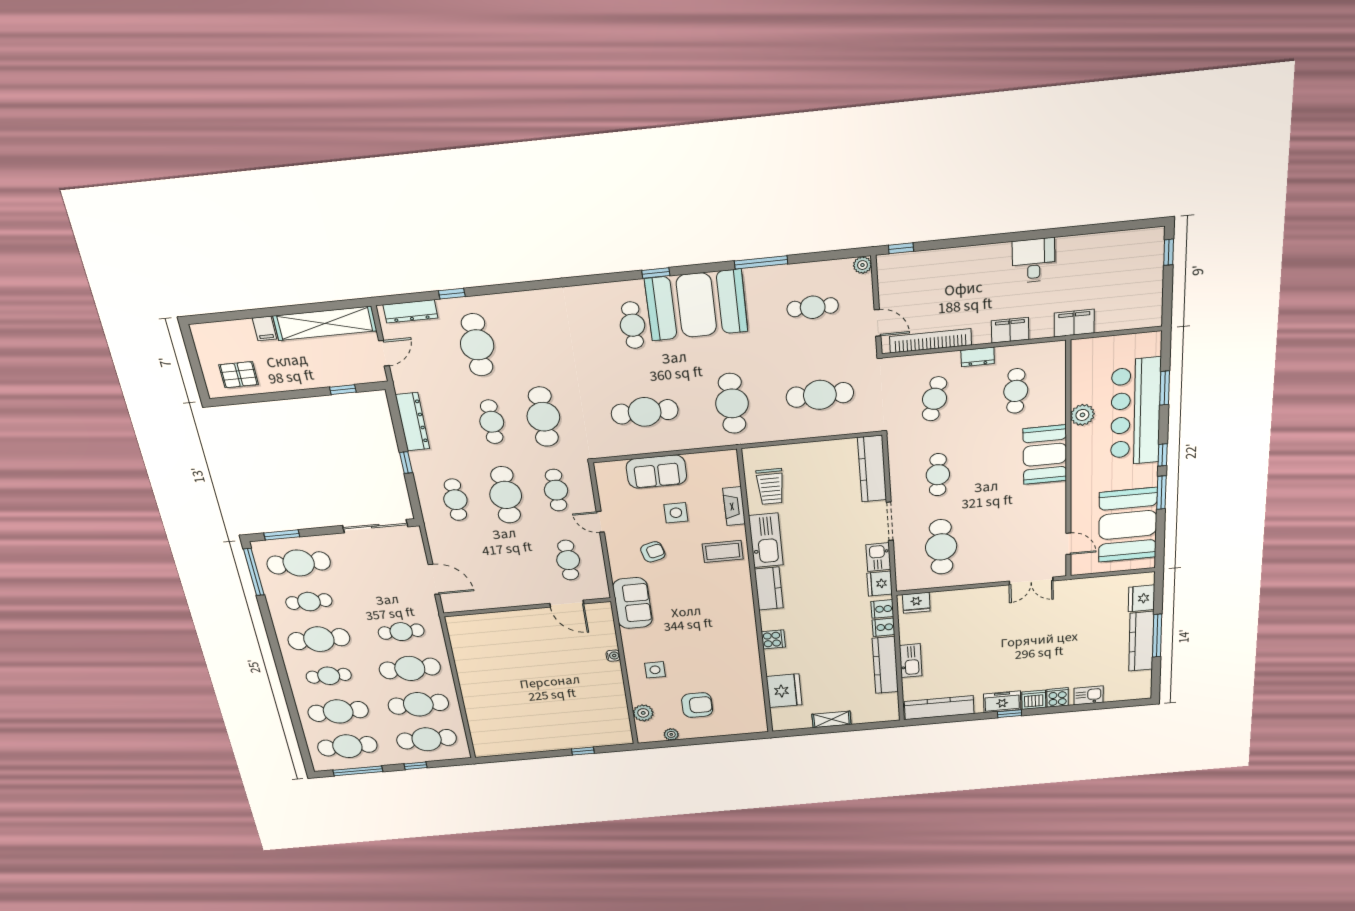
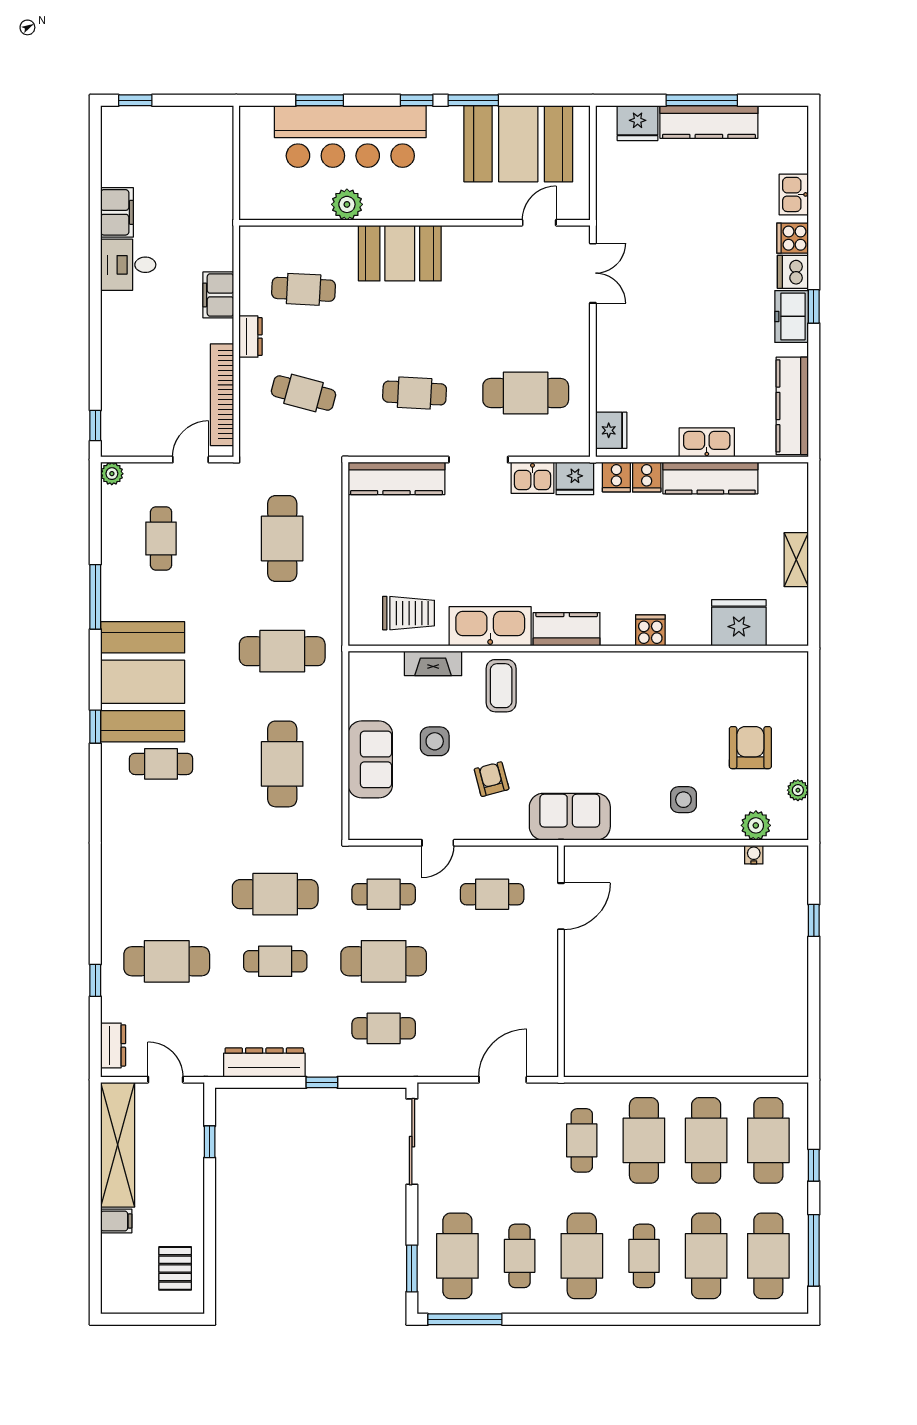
dresser: (410, 311) -> (113, 1045), width x0.70
filing cabinet: (1074, 323) -> (117, 212), moved, turned 180
water cooler: (613, 656) -> (754, 855), moved

